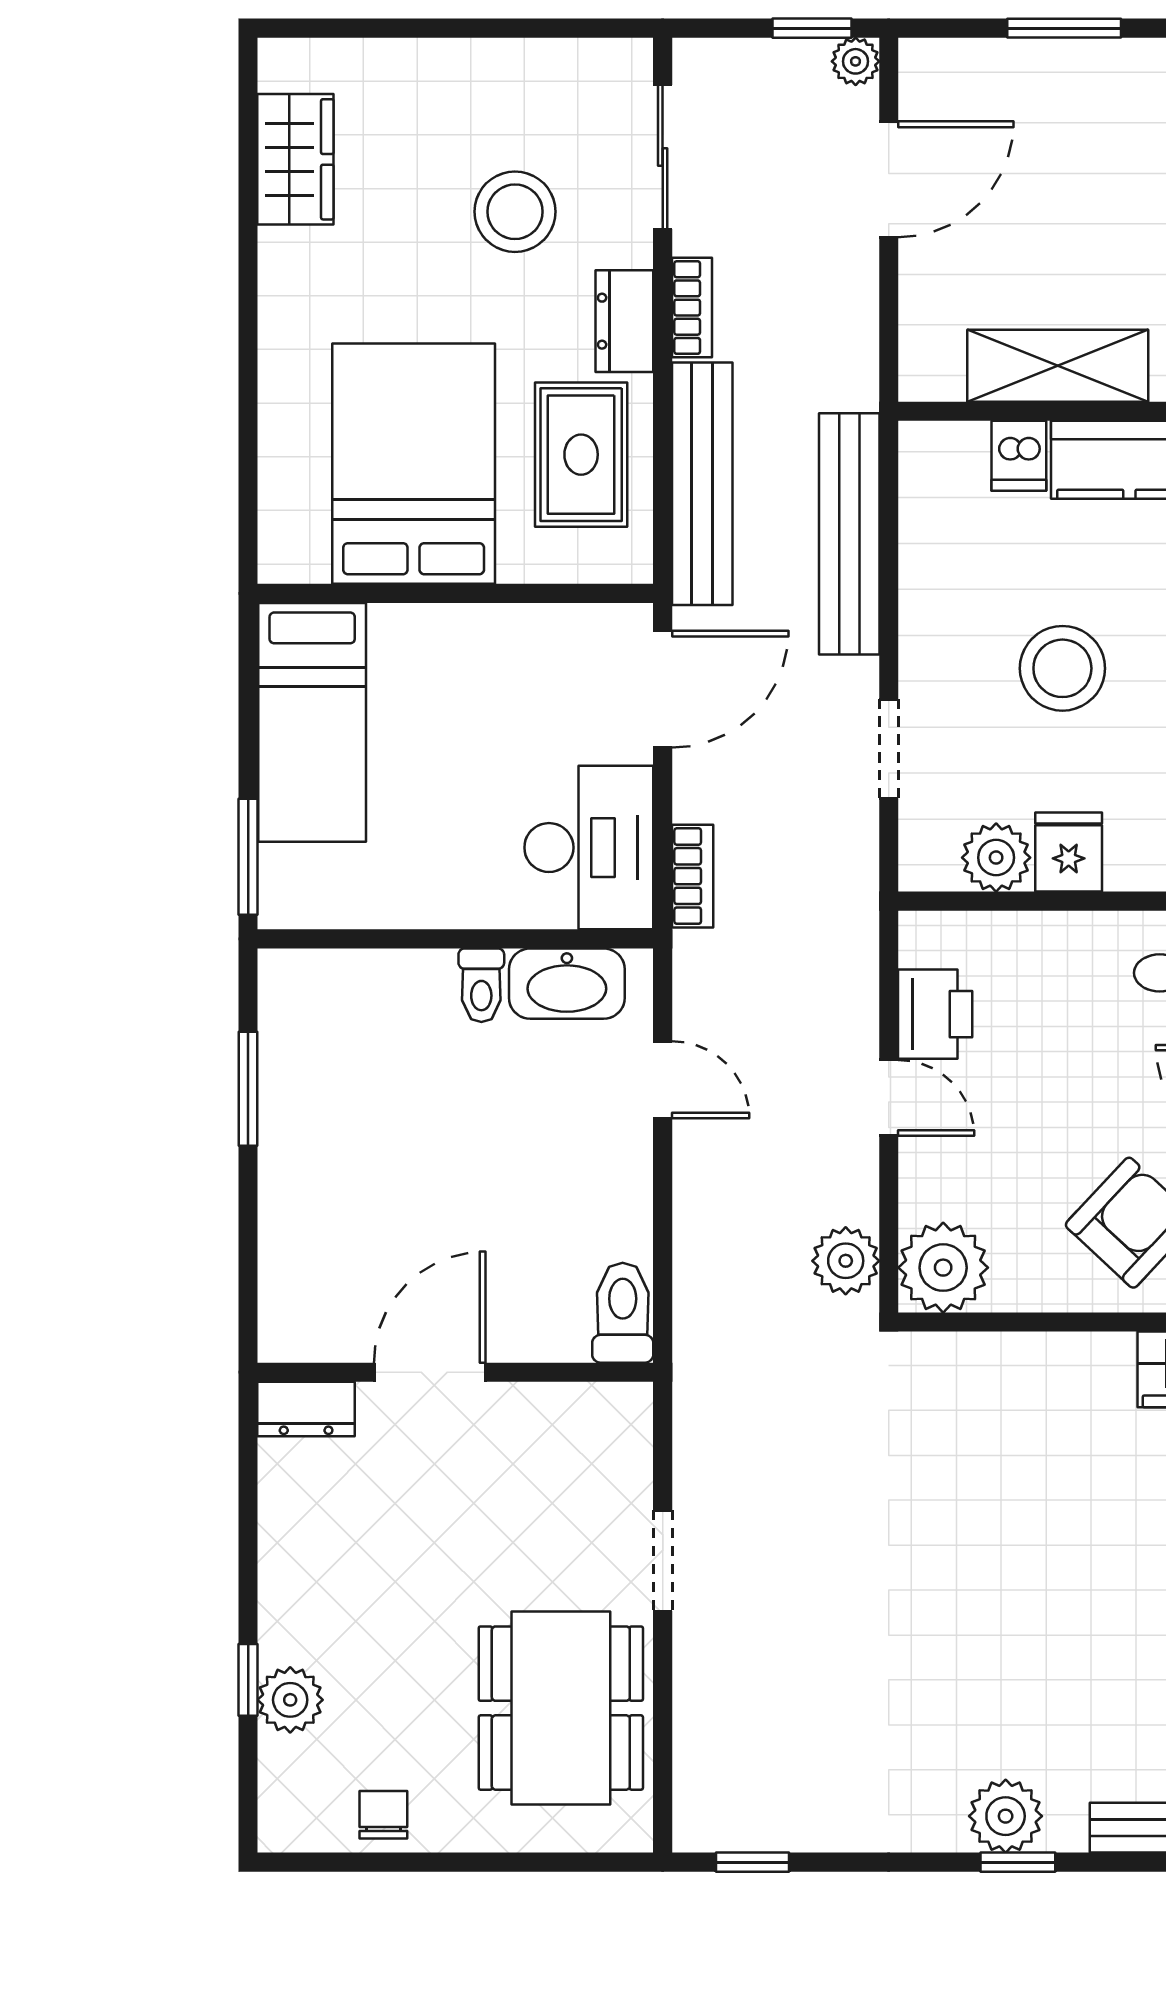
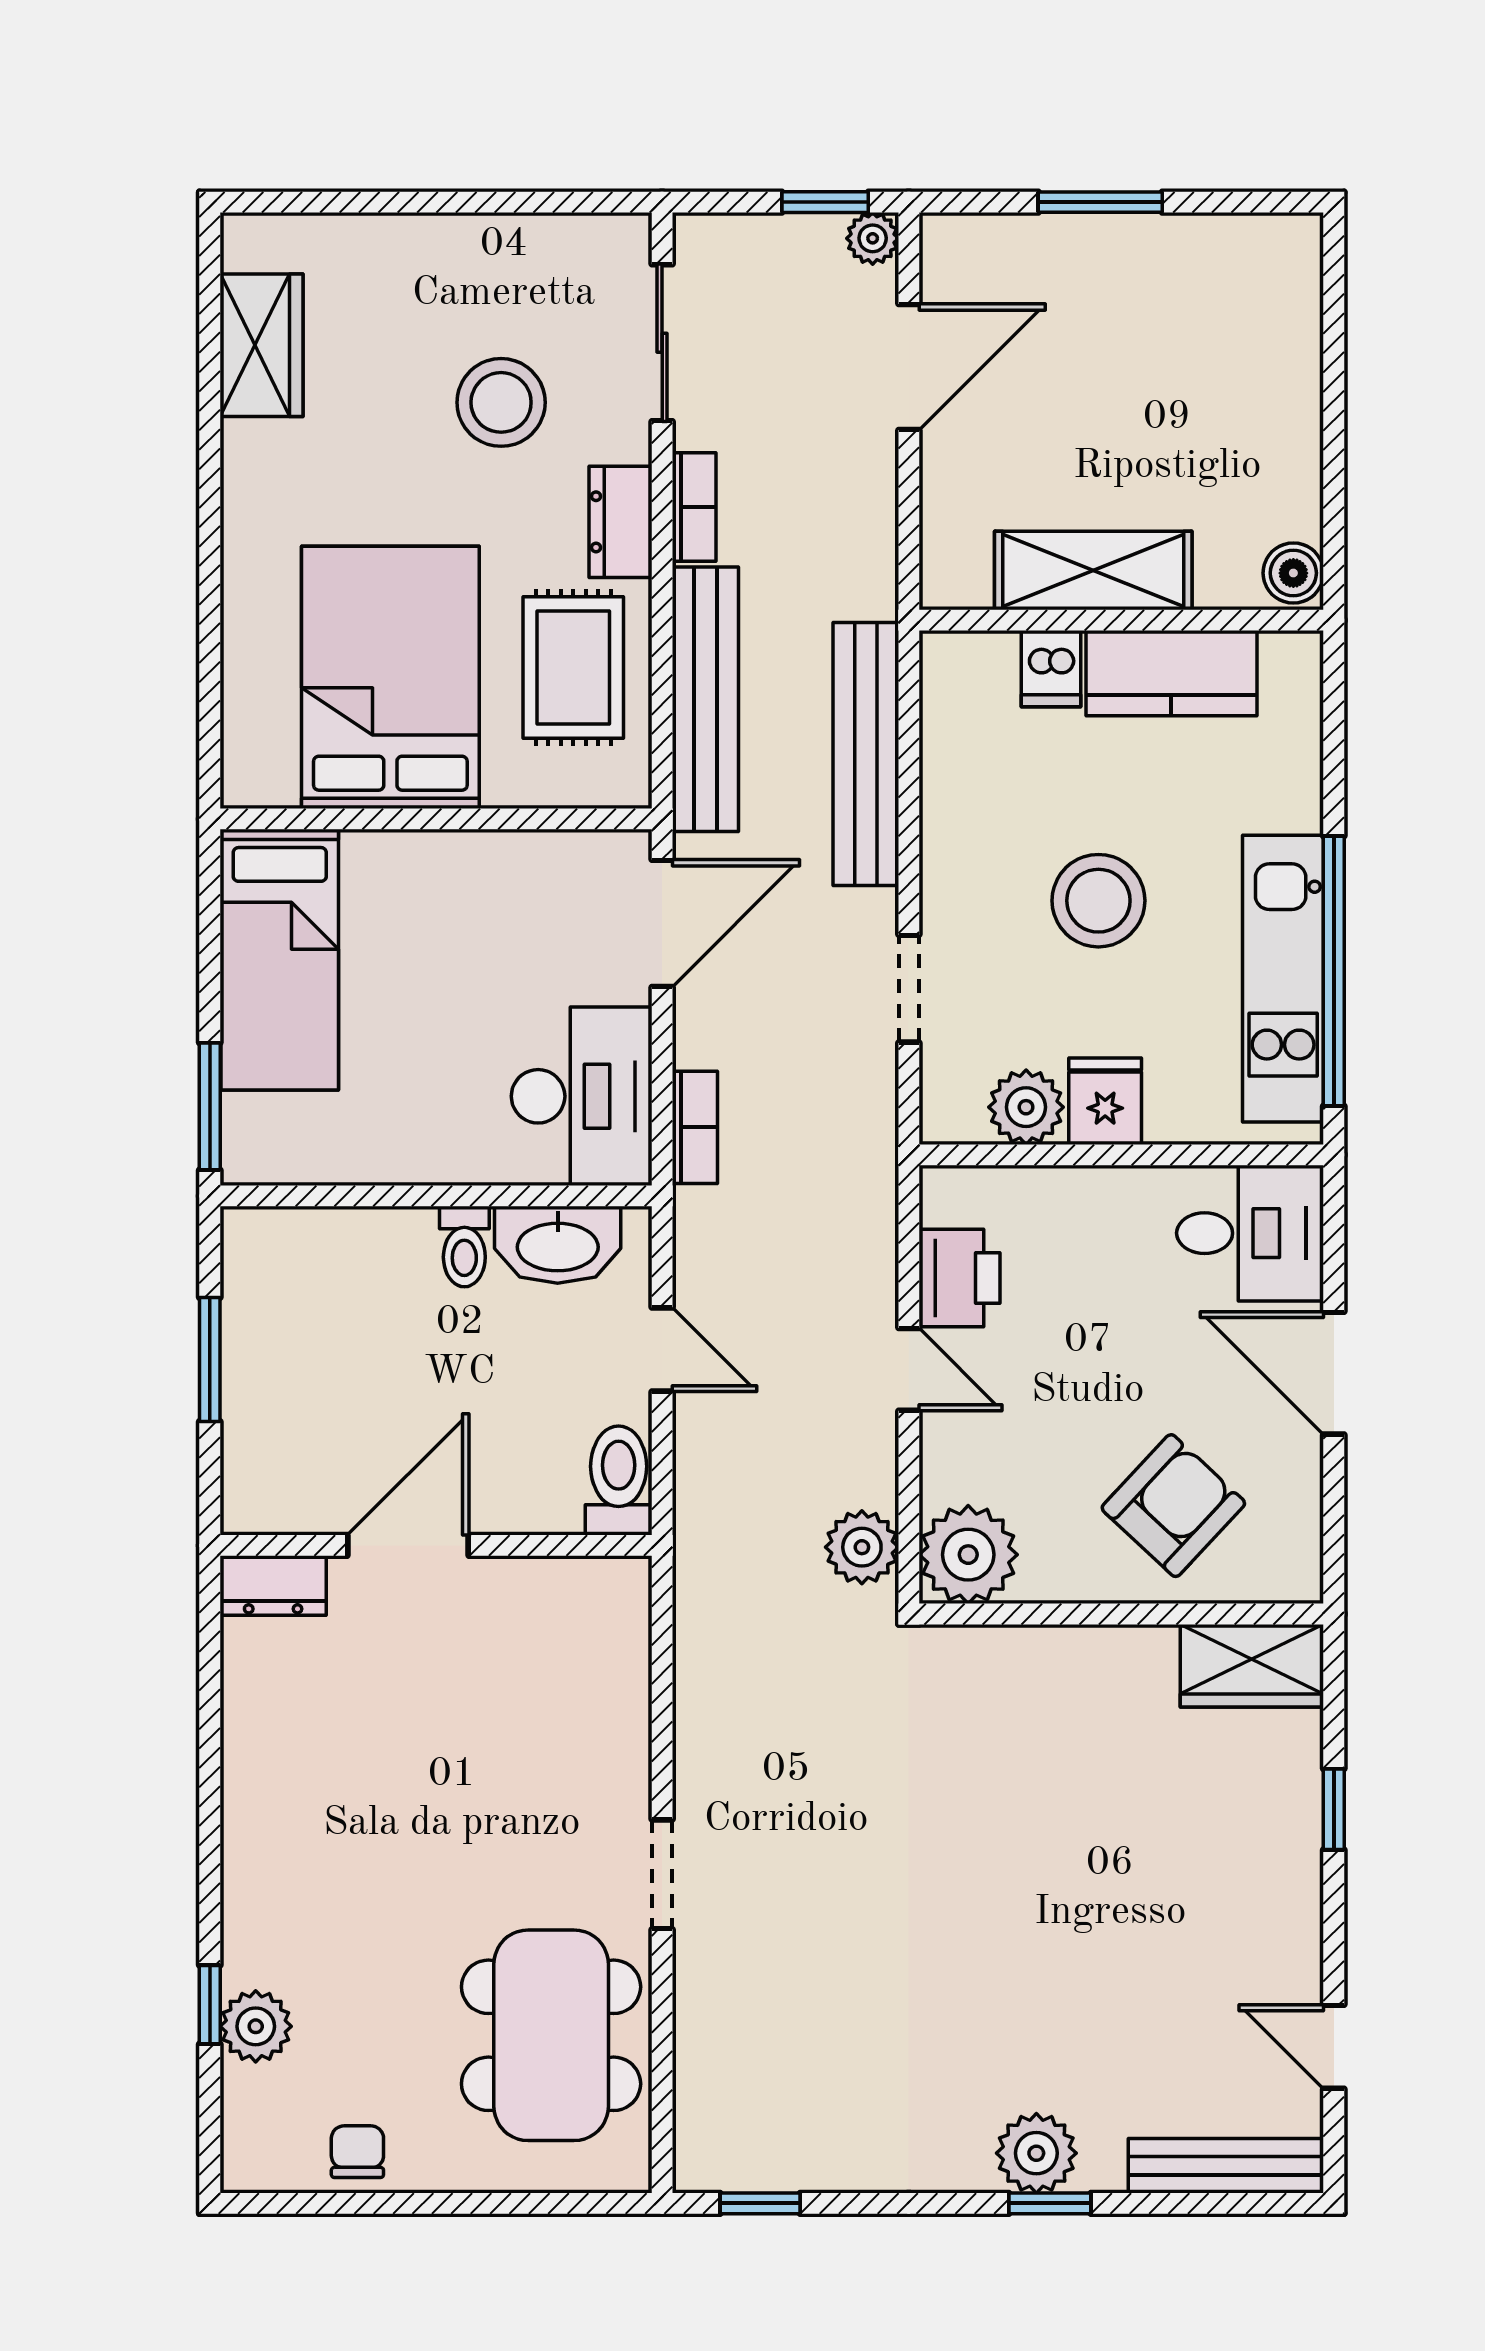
toilet: (623, 1313) -> (619, 1480), moved
door: (430, 1372) -> (408, 1545), moved
wall: (455, 1372) -> (436, 1545), moved
dresser: (306, 1409) -> (273, 1586), moved

